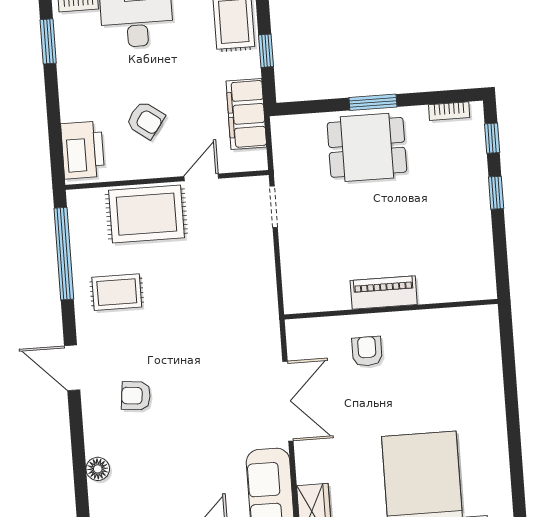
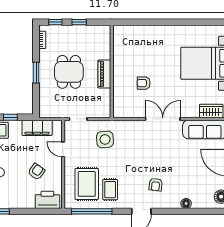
dining table: (367, 147) -> (69, 72), moved
rug: (146, 214) -> (87, 184), moved
side table: (231, 272) -> (105, 139), added
piano: (384, 293) -> (104, 74), moved
wall: (391, 309) -> (112, 71), moved

